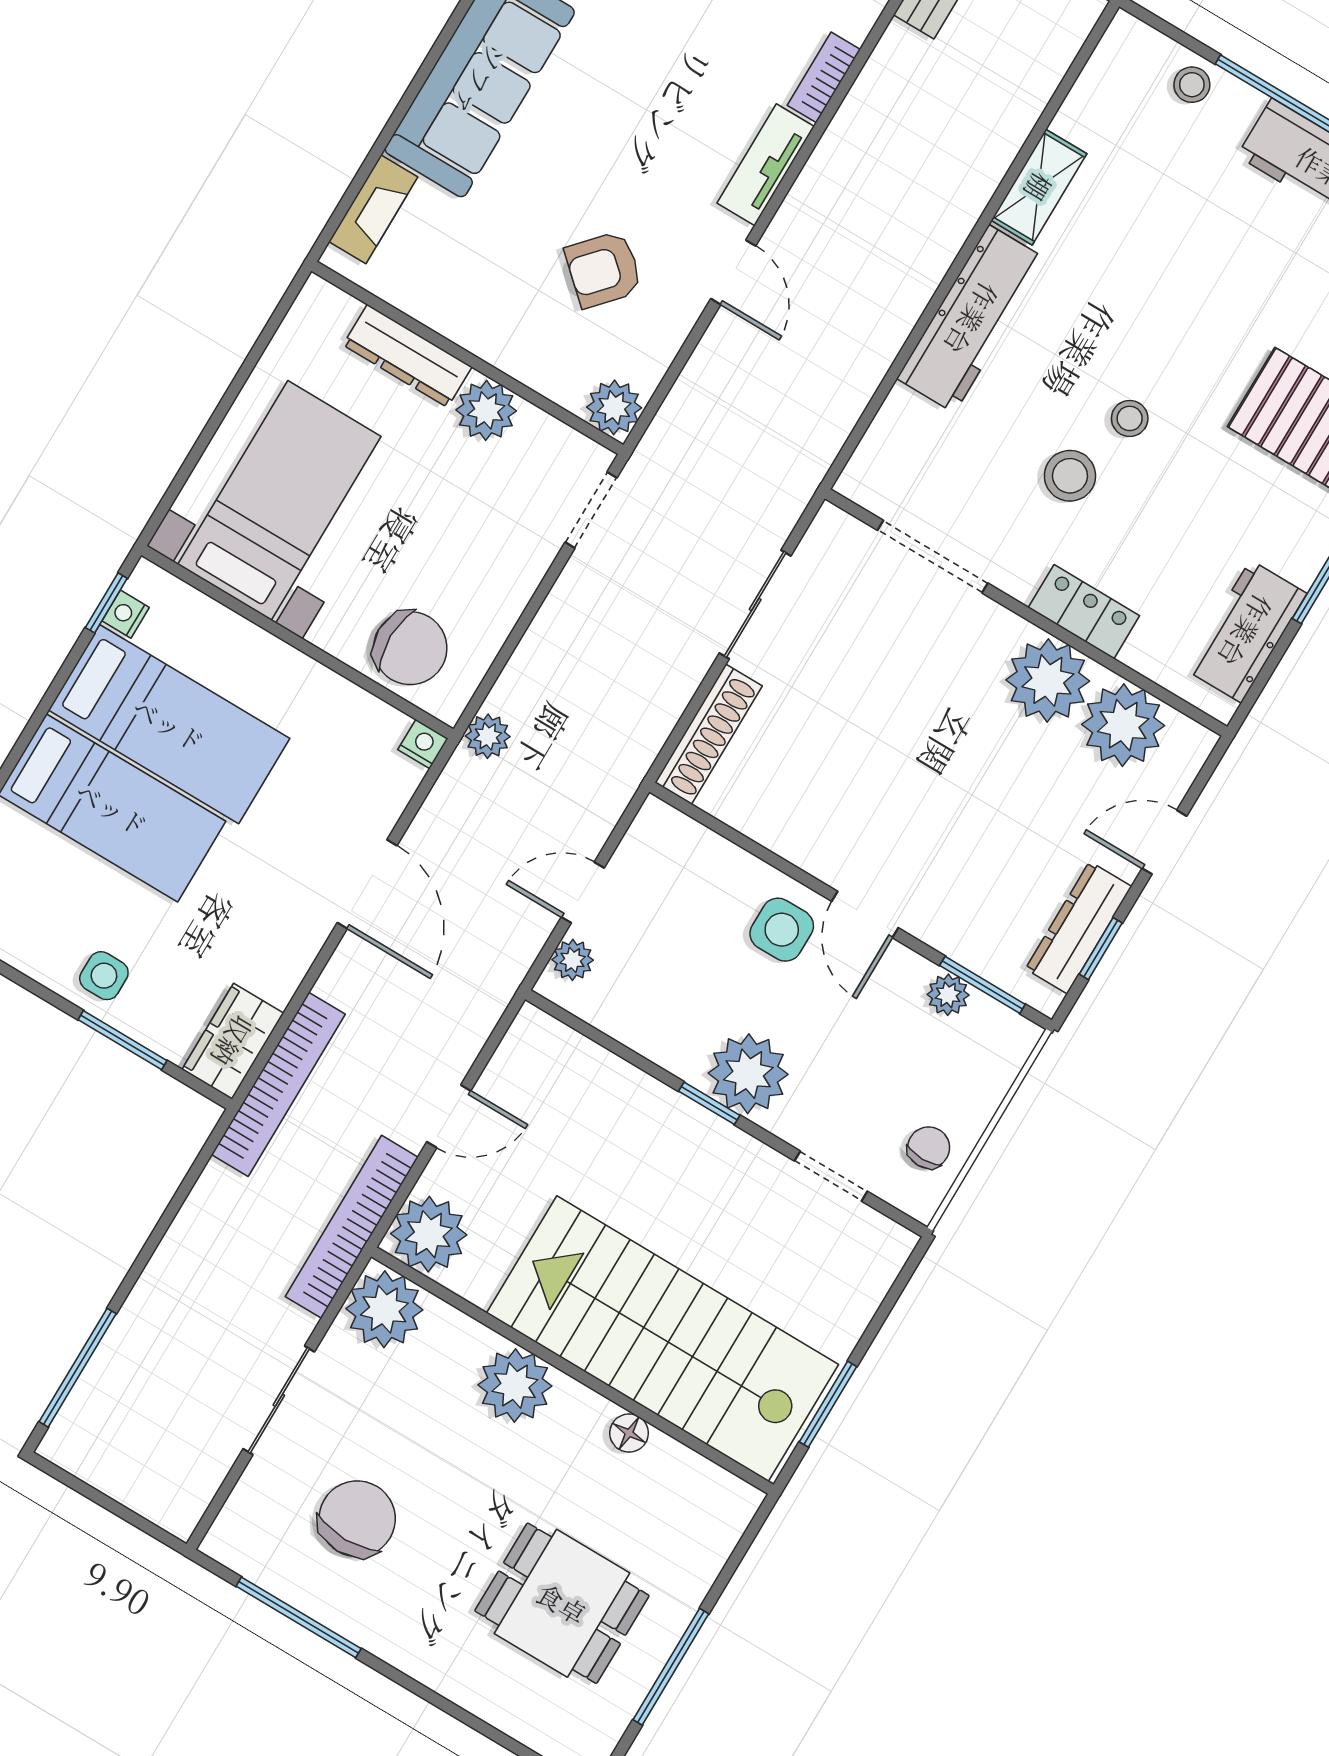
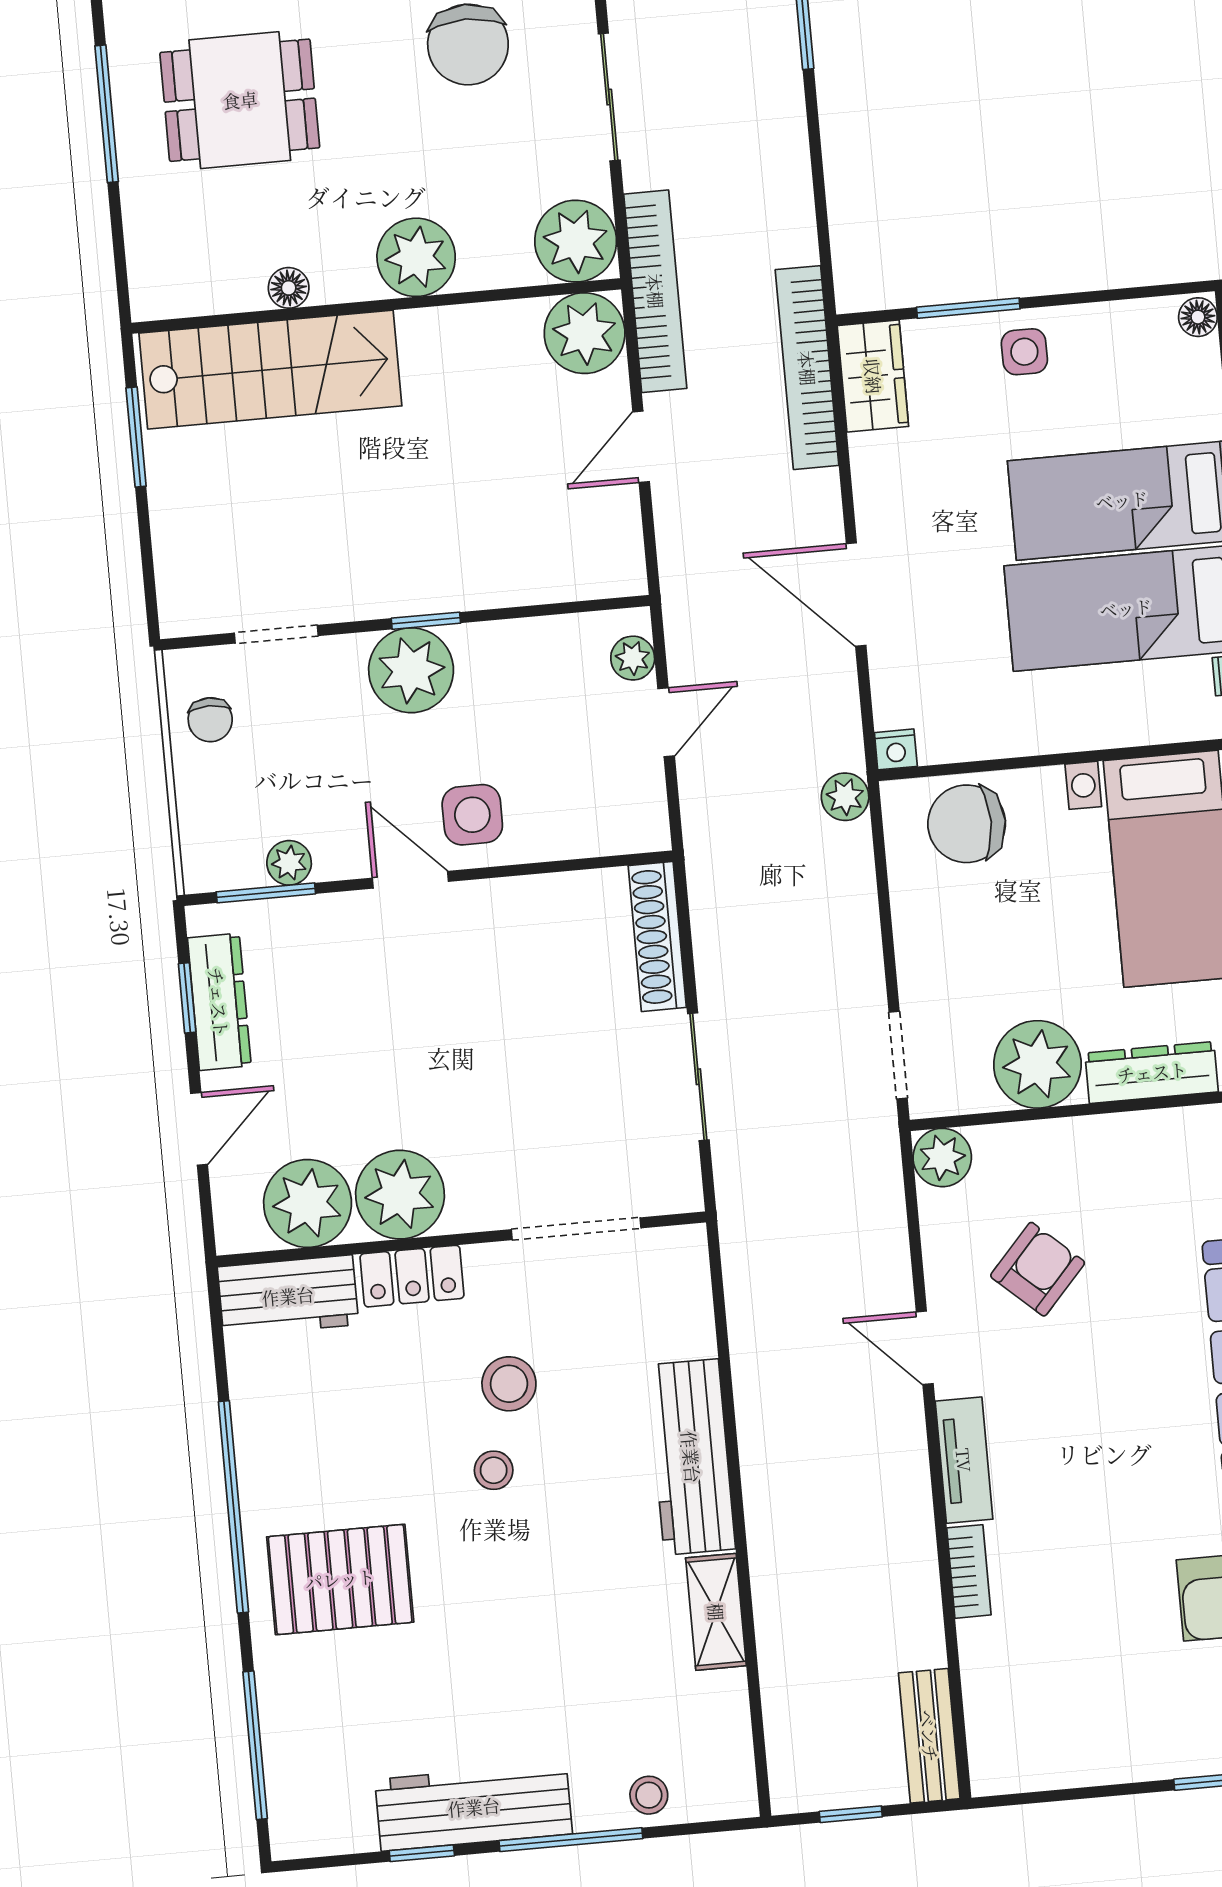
plant: (486, 410) -> (1037, 1064), width x1.36, depth x1.36
workbench: (1246, 631) -> (288, 1296), moved, turned 90
stairs: (663, 1339) -> (270, 370), width x0.73, depth x0.66

